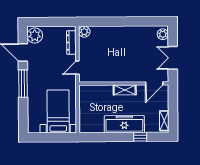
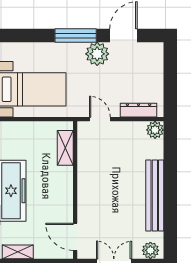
bench: (127, 32) -> (155, 196), added
plant: (35, 36) -> (97, 54), moved
shelving: (125, 90) -> (65, 148), moved

